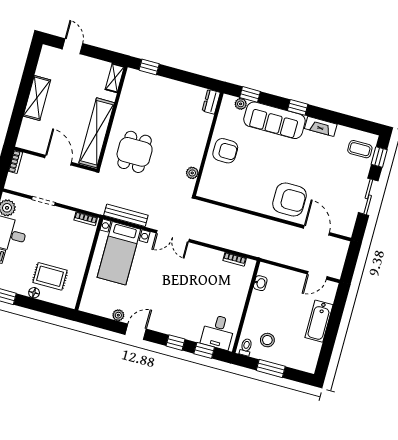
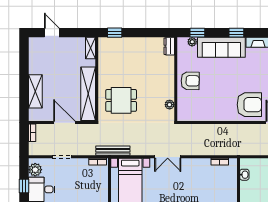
shelving: (37, 98) -> (35, 91), moved
dining table: (135, 152) -> (121, 100), turned 90
bench: (126, 215) -> (113, 151), moved

